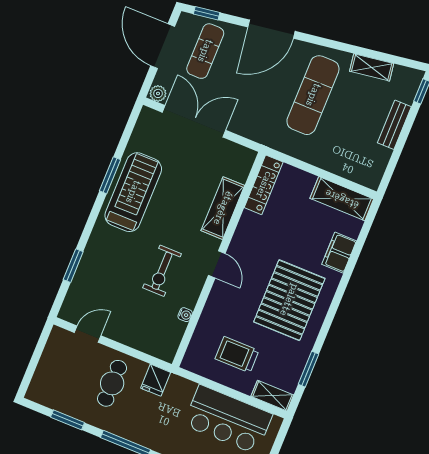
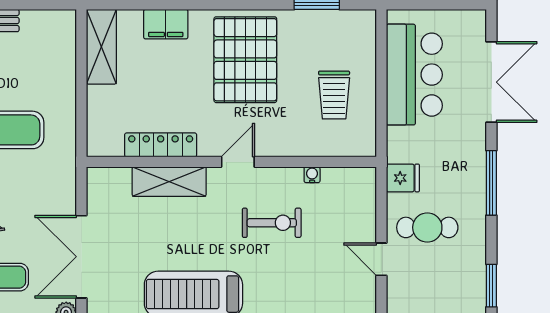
locker: (264, 185) -> (161, 145), moved
pallet: (289, 300) -> (245, 60), turned 90
door: (88, 334) -> (381, 259), moved
shelving: (272, 396) -> (365, 34), removed
window: (68, 420) -> (491, 286), moved

